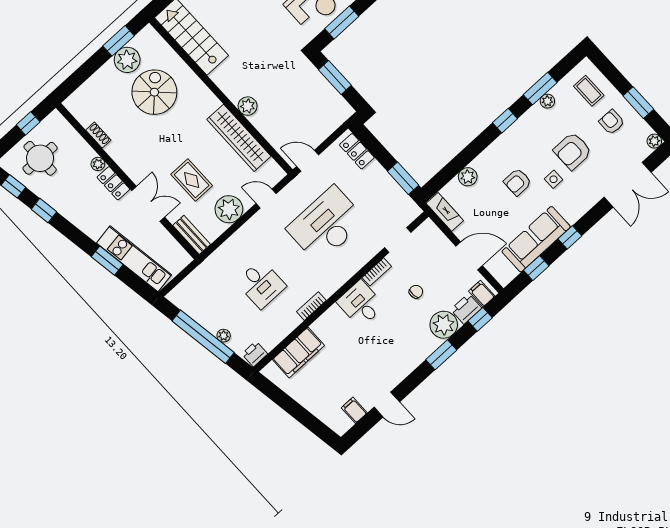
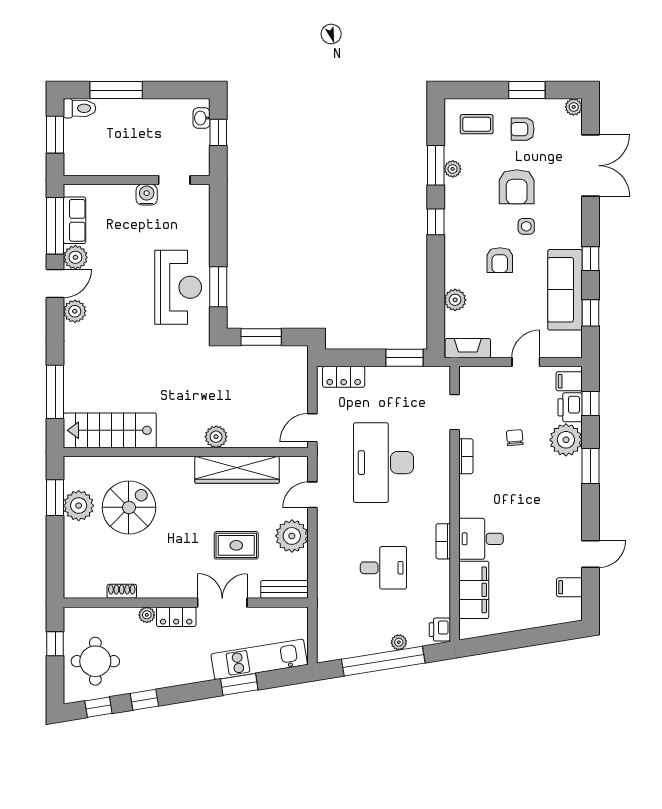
spiral stairs: (154, 92) -> (129, 507), turned 90
door: (469, 256) -> (526, 362), width x0.73
desk: (361, 304) -> (481, 539), moved

